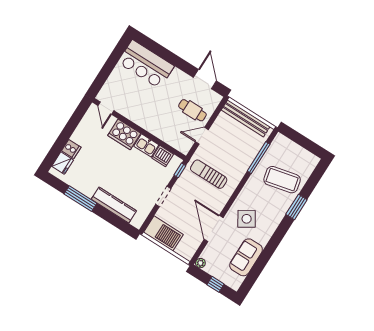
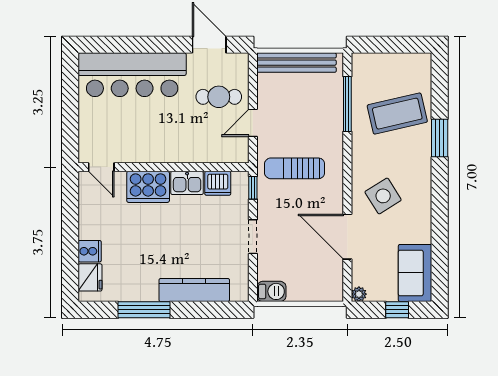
bar counter: (146, 64) -> (132, 75), width x1.36
barbecue: (163, 233) -> (271, 291), width x0.53, depth x0.65
sofa: (246, 257) -> (415, 273), moved

